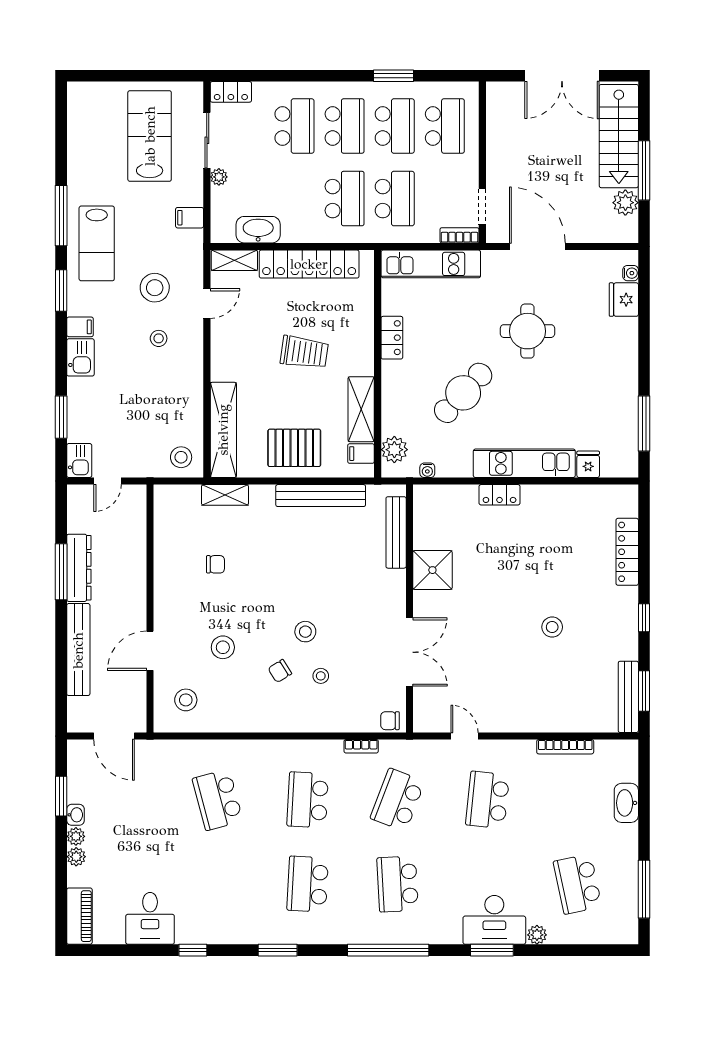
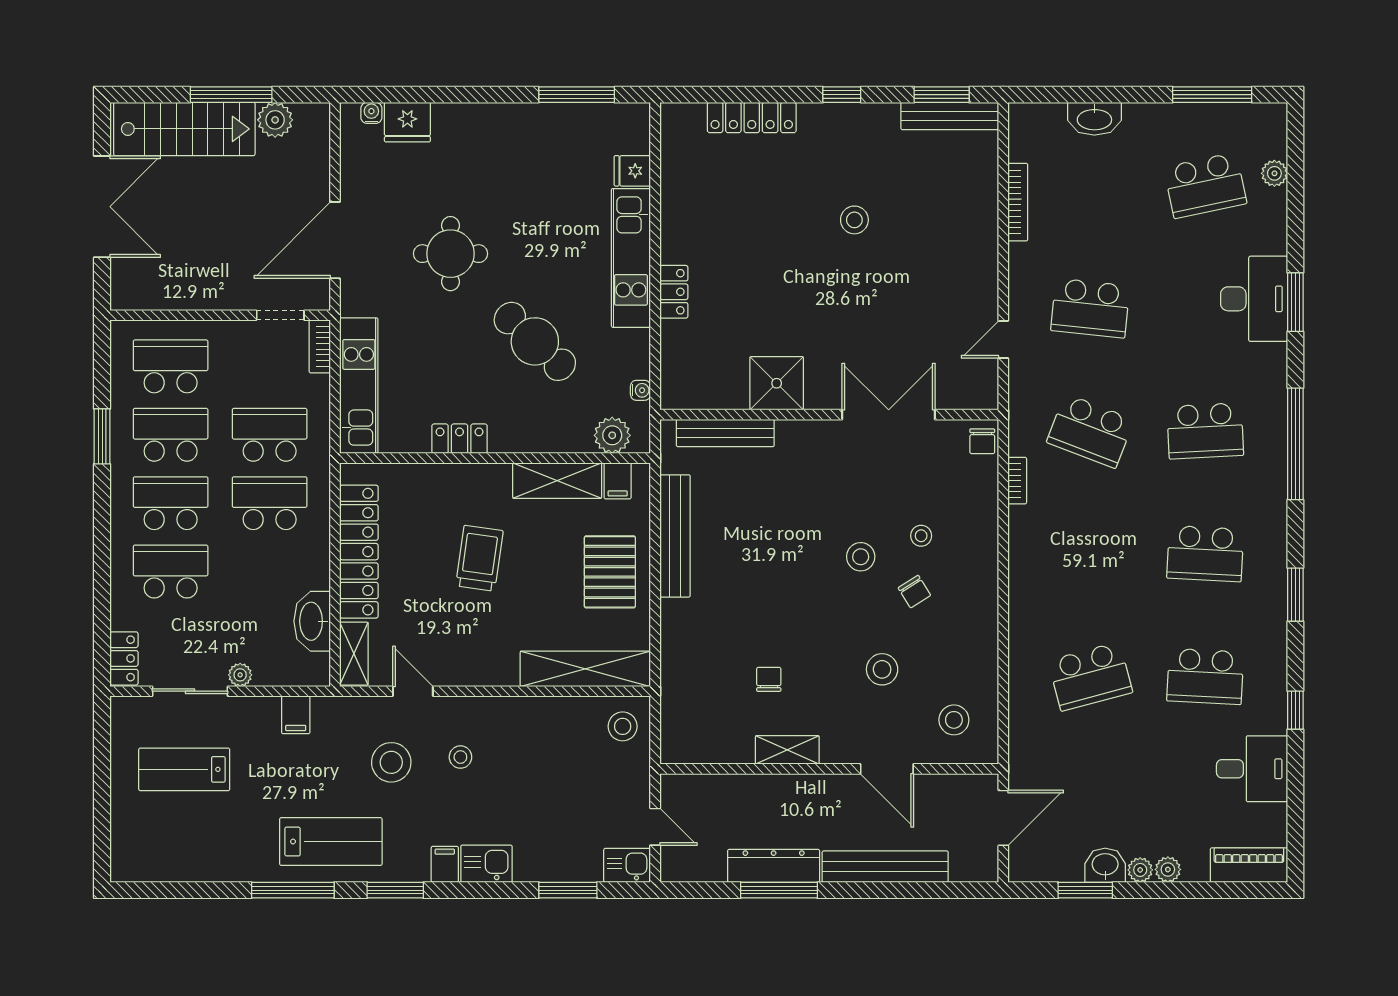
lab bench: (150, 136) -> (184, 769), width x0.73, depth x0.72
shelving: (225, 495) -> (787, 750), moved, turned 90
school desk: (308, 800) -> (1205, 676), moved
washbasin: (75, 815) -> (1105, 865), width x1.38, depth x1.45
plant: (537, 935) -> (1274, 173), moved

